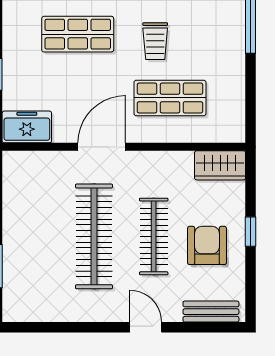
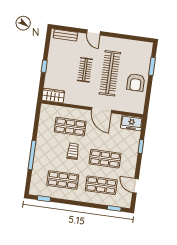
door: (102, 147) -> (101, 110), hinge flipped
clothes rail: (154, 236) -> (85, 70), width x0.73
armchair: (207, 245) -> (136, 82), moved

